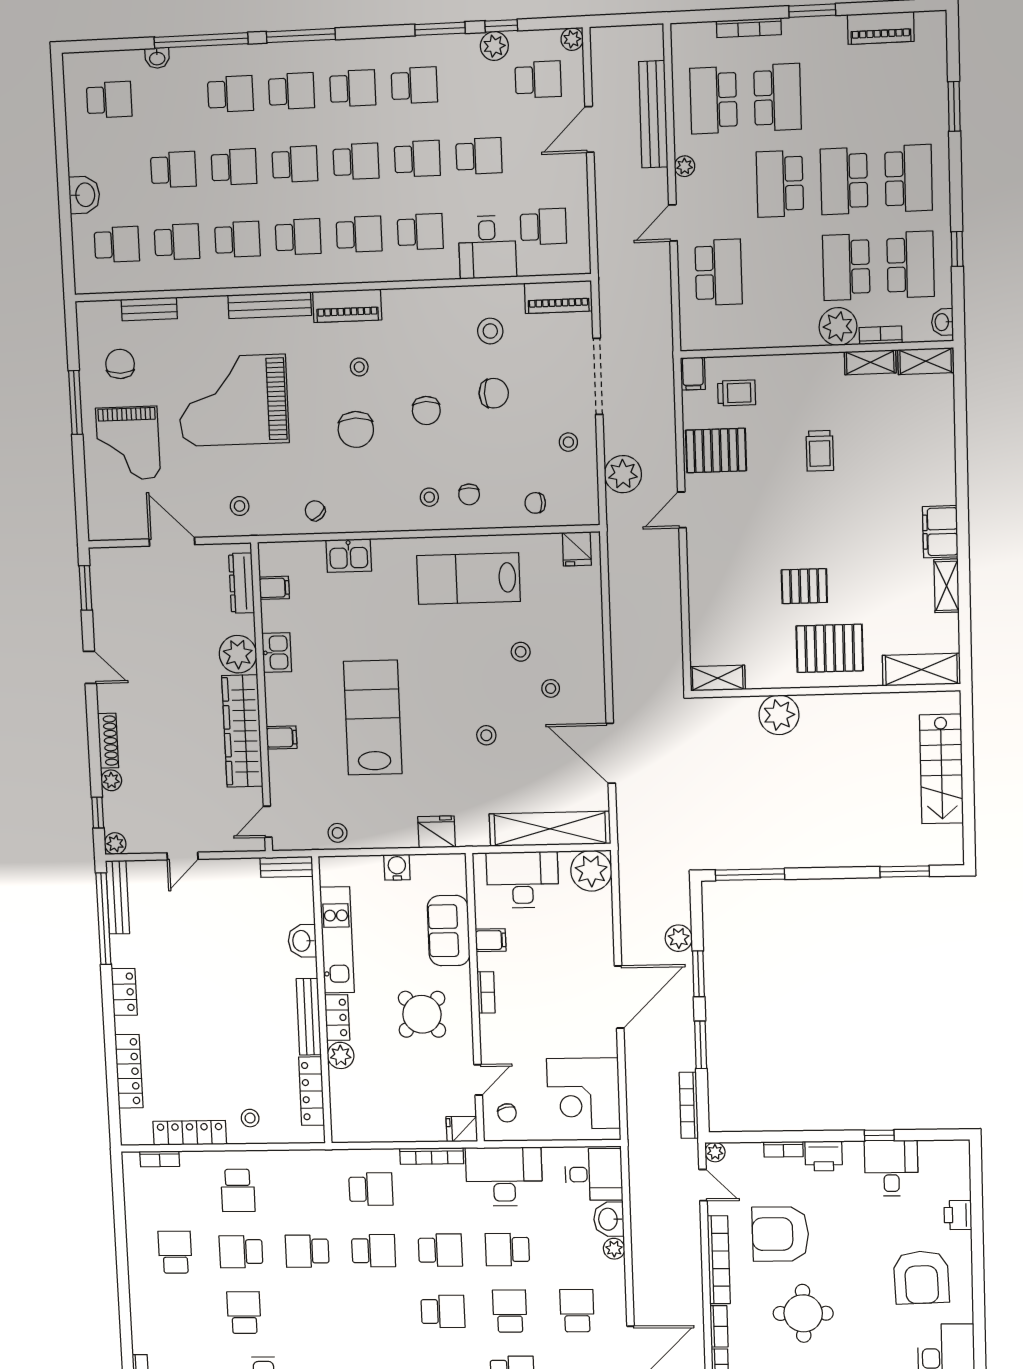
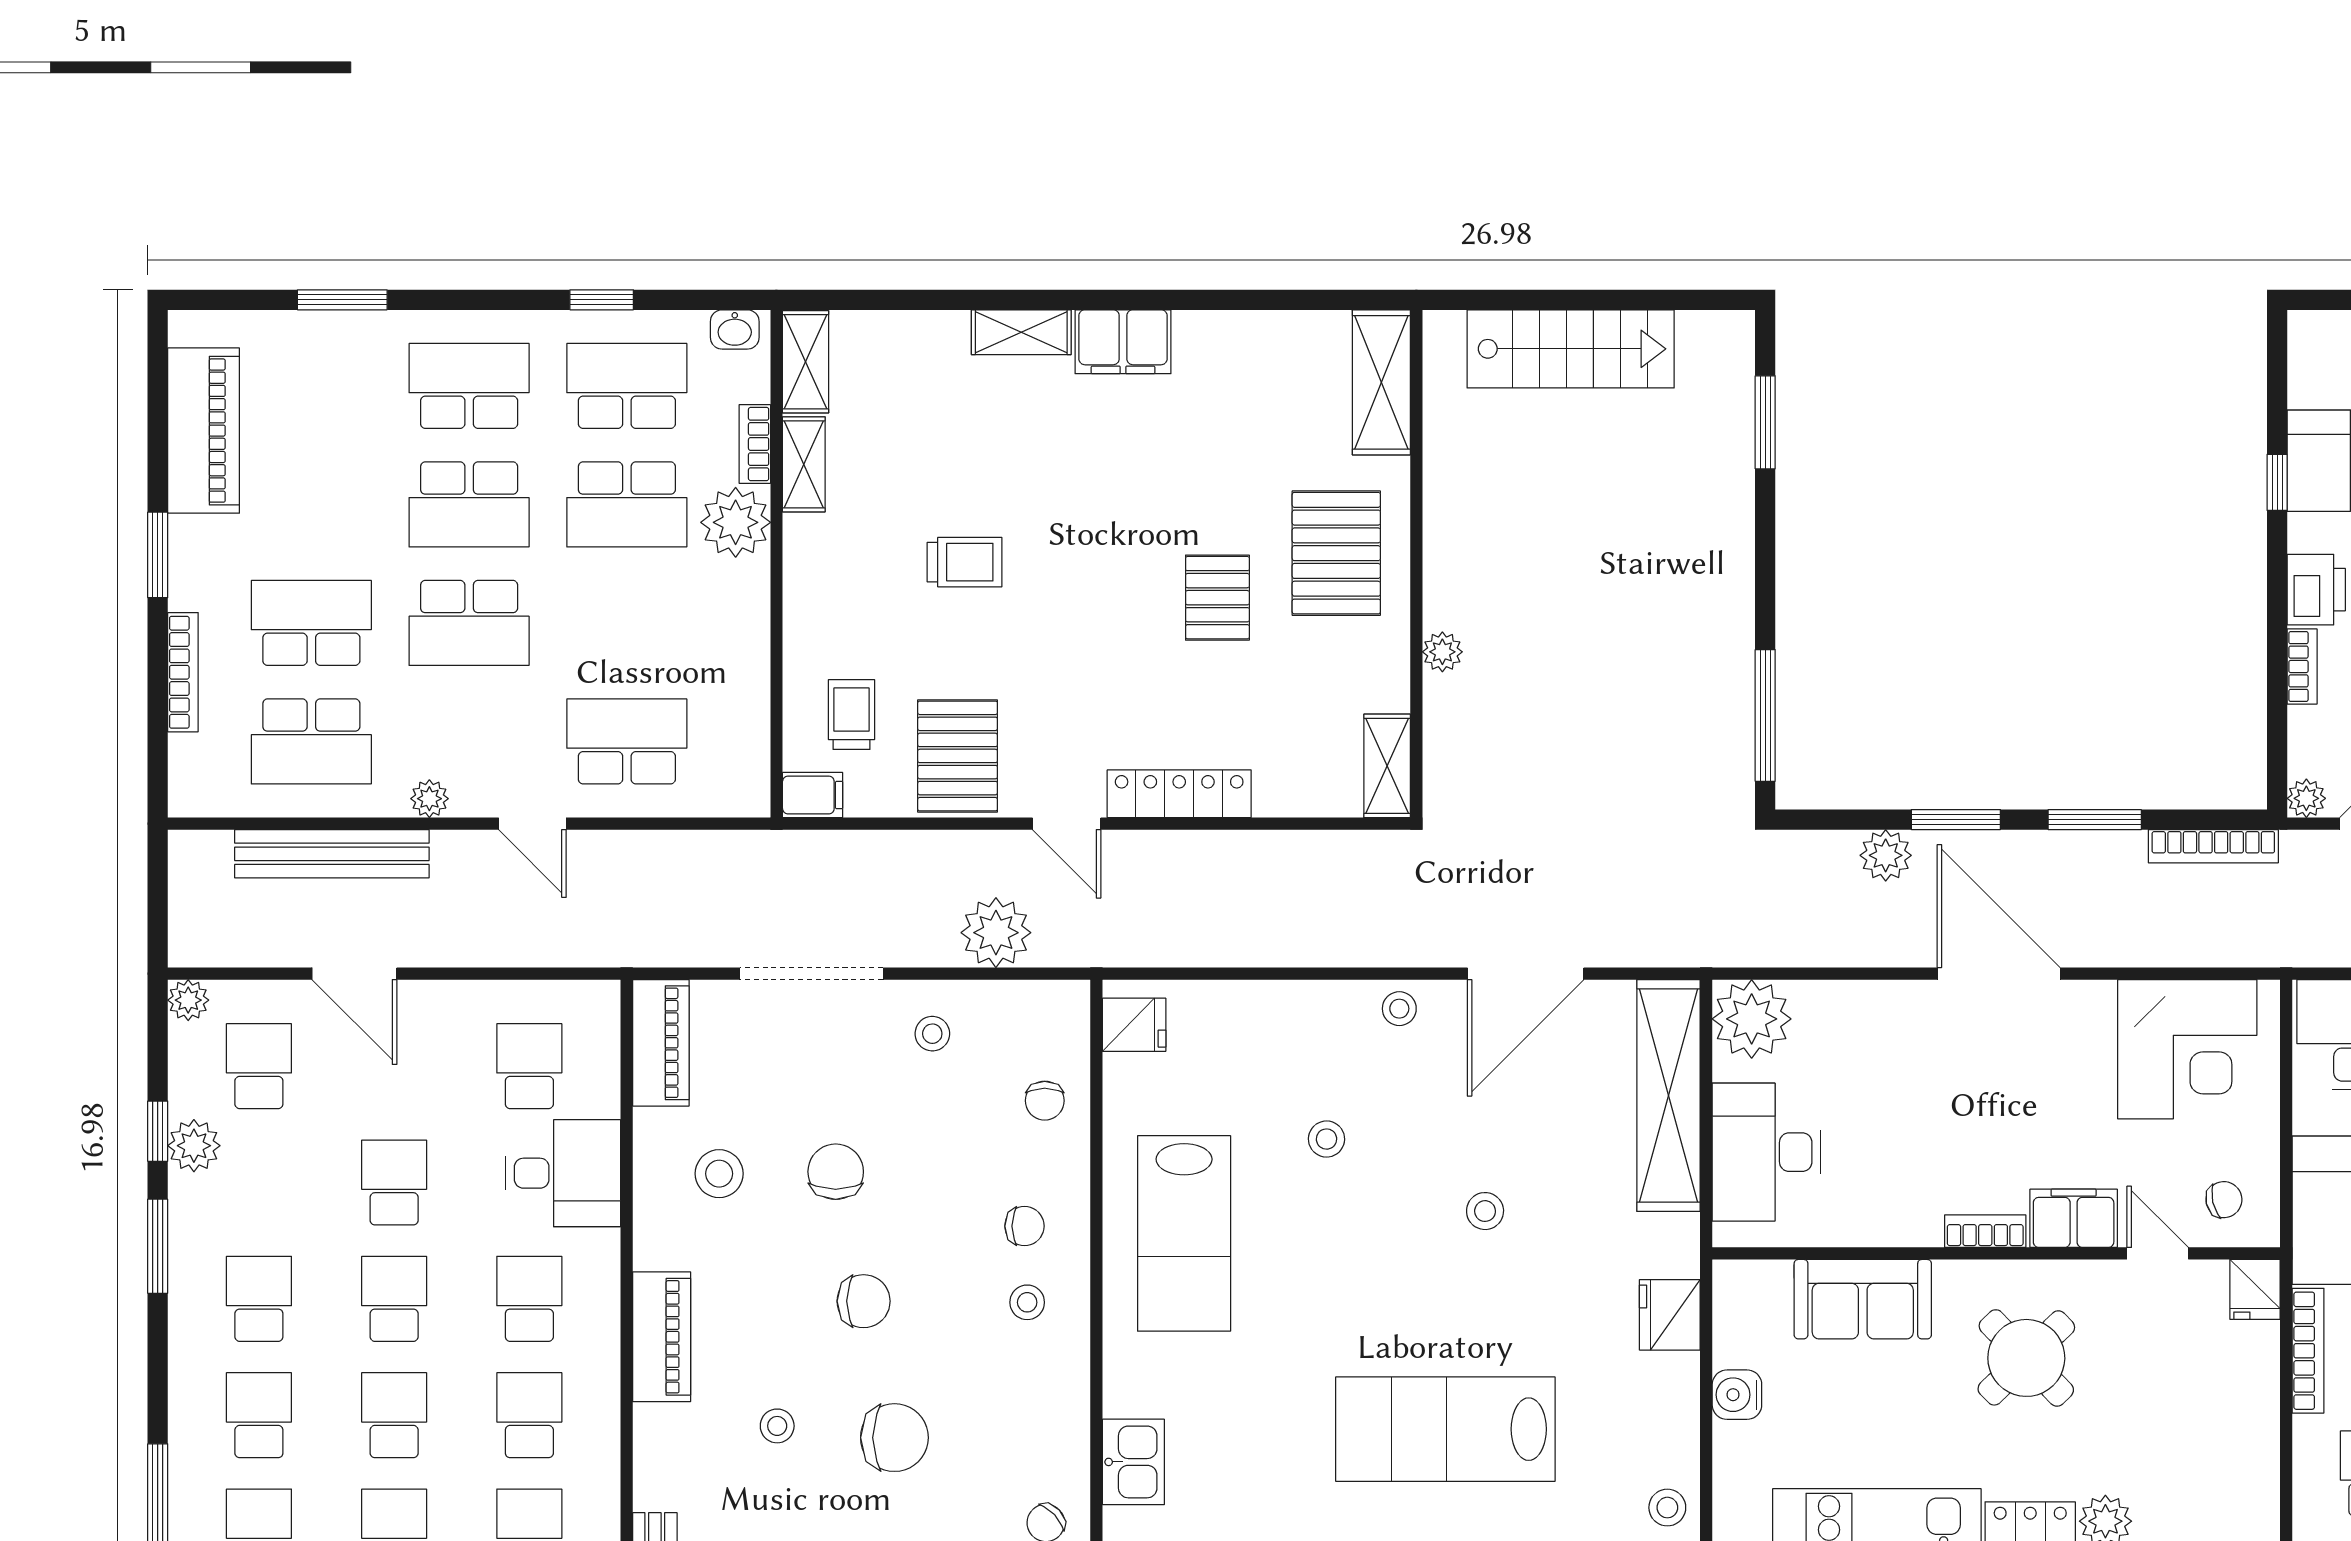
piano: (881, 28) -> (204, 431), width x1.37, depth x1.33
piano: (347, 306) -> (662, 1337), moved
locker: (700, 569) -> (1179, 794), added
shelving: (947, 586) -> (1021, 332), moved
stool: (551, 688) -> (1399, 1009), moved
plant: (779, 715) -> (1442, 652), width x0.53, depth x0.53
filing cabinet: (491, 940) -> (2074, 1218), moved, width x2.00

